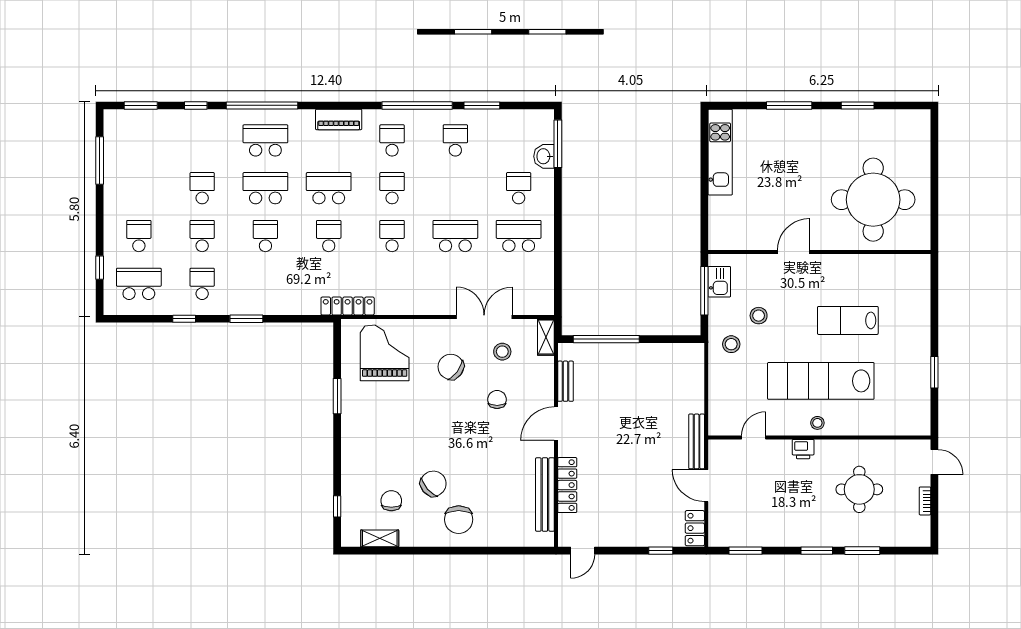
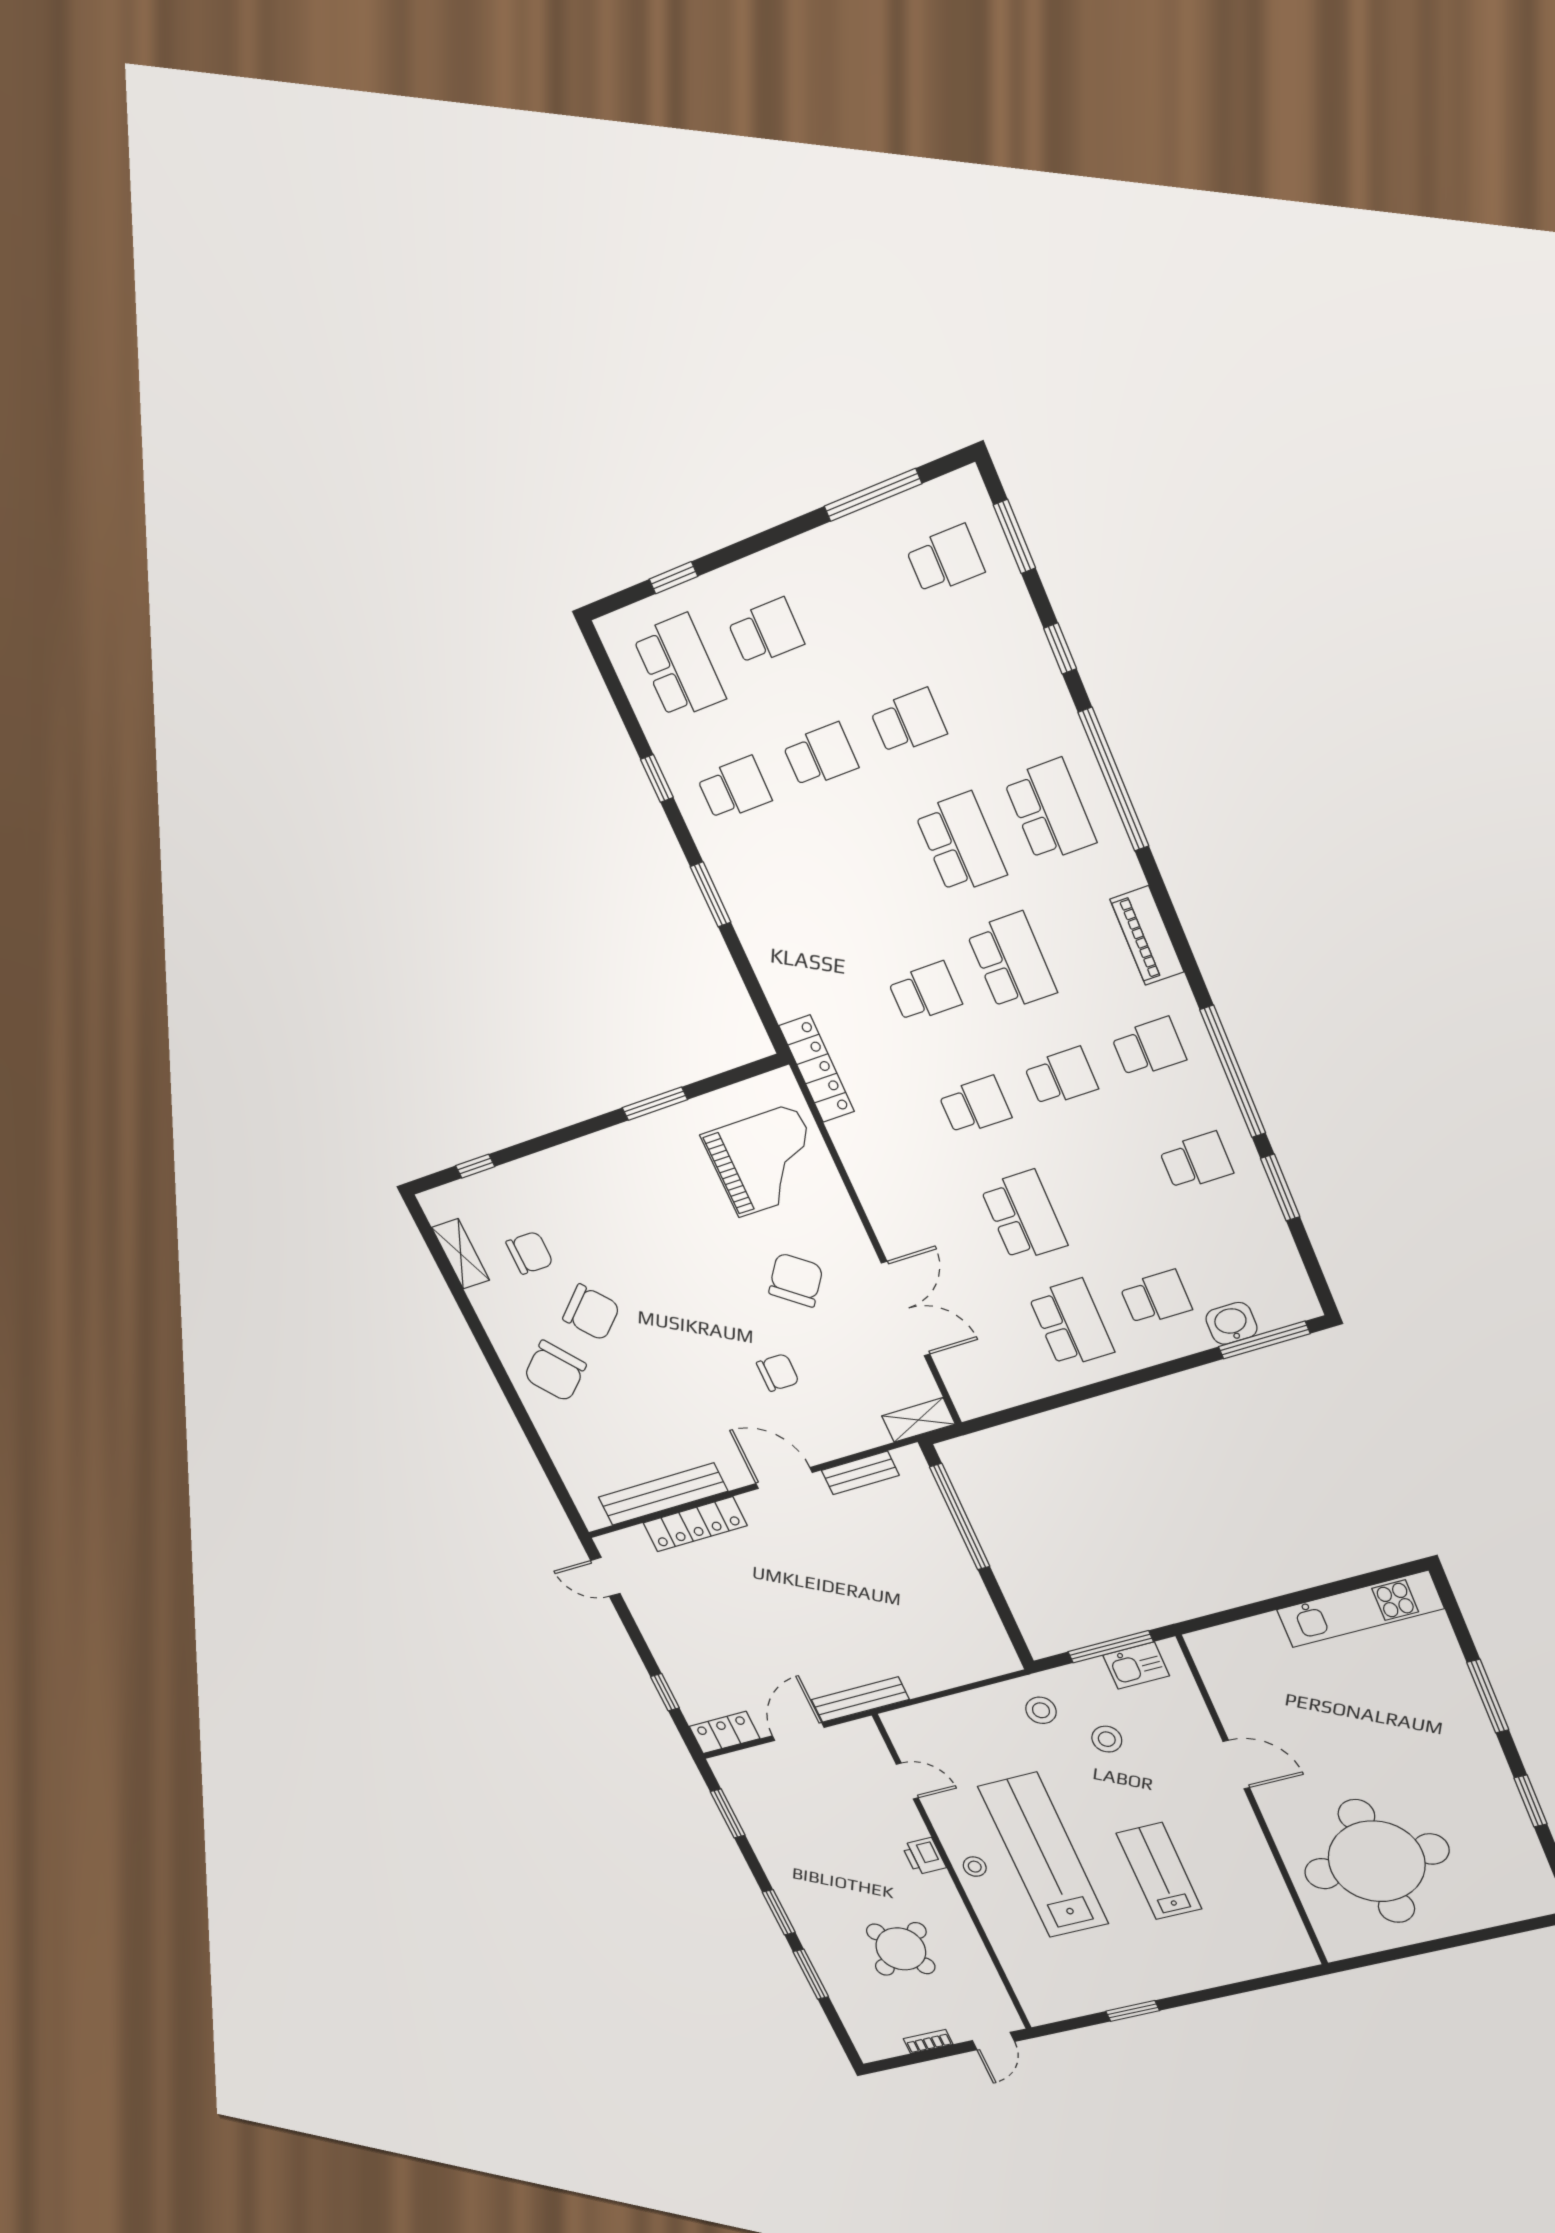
school desk: (265, 236) -> (945, 560), moved
stool: (502, 352) -> (861, 1357), removed
round table: (859, 489) -> (901, 1949), turned -33
chair: (459, 520) -> (555, 1371), turned -40

